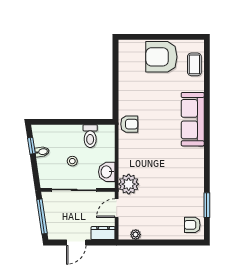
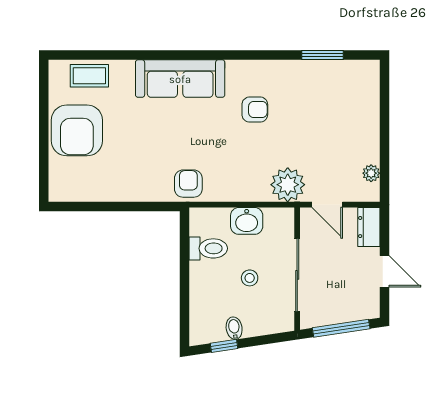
washbasin: (107, 172) -> (247, 221), moved
armchair: (192, 225) -> (255, 110), moved, turned -90

